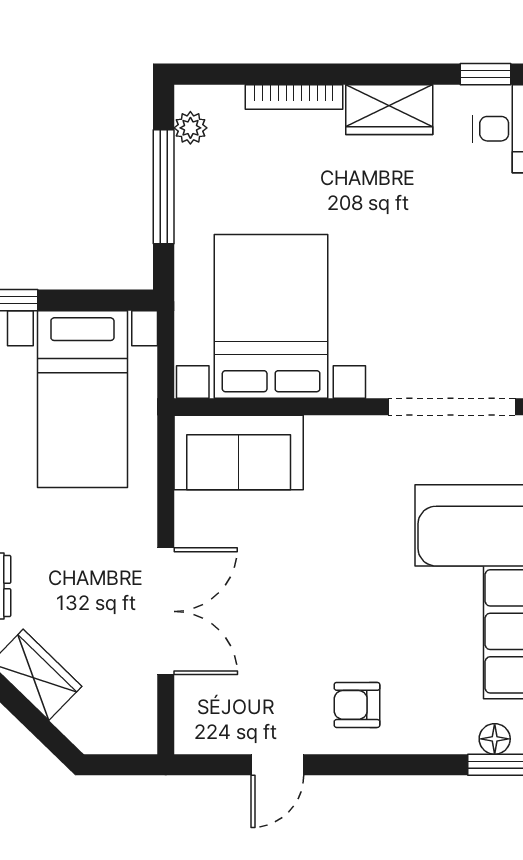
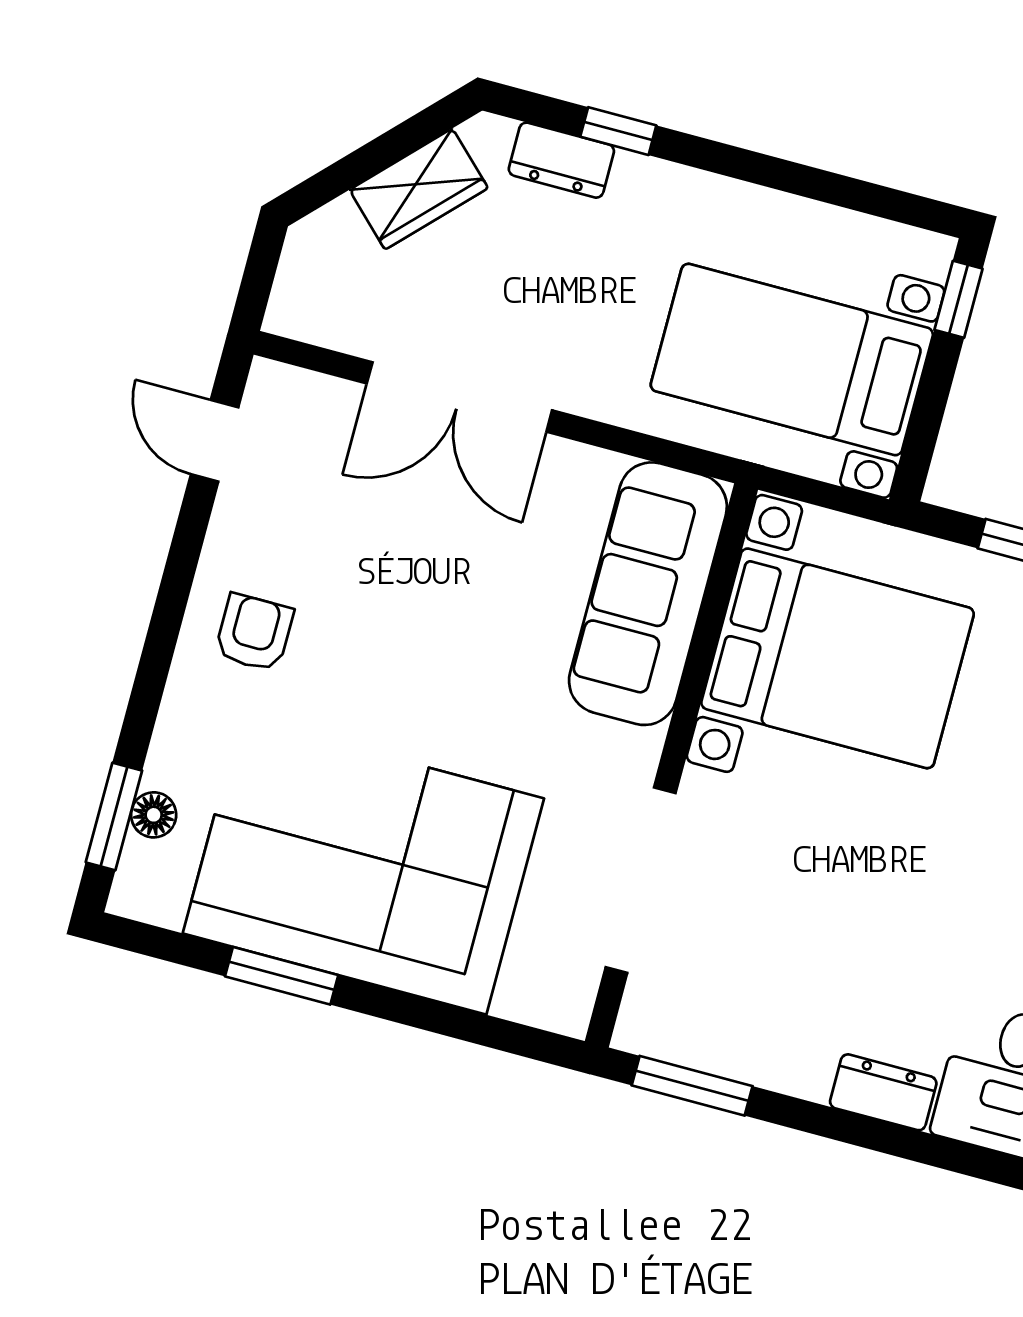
sofa: (239, 453) -> (648, 594), width x1.36
door: (277, 765) -> (215, 441), moved

